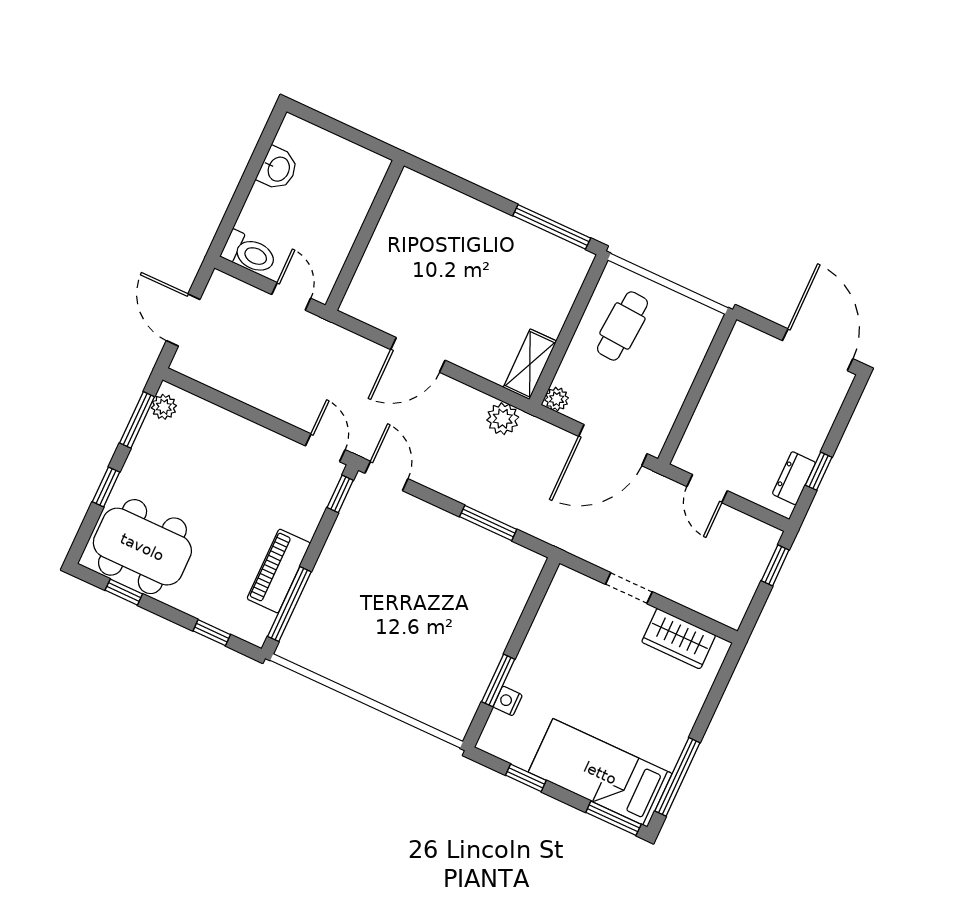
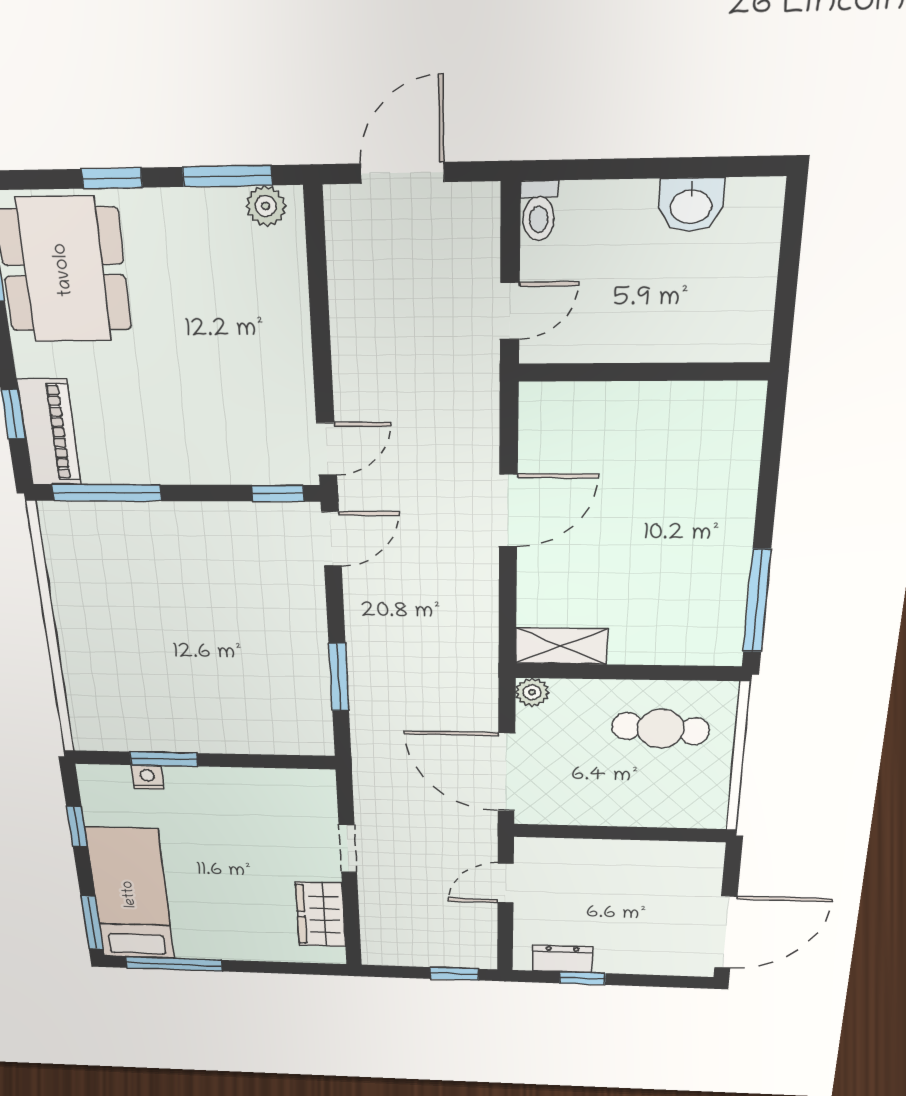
toilet: (249, 253) -> (539, 211), width x0.73, depth x0.72
door: (418, 355) -> (508, 510), swing flipped
plant: (503, 419) -> (476, 643), removed
piano: (279, 571) -> (49, 432), moved, turned 90

